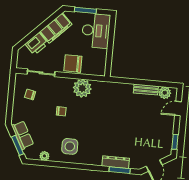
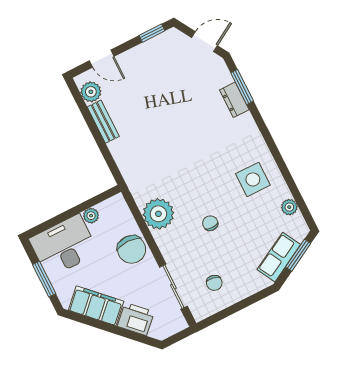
plant: (103, 54) -> (91, 216), added
dresser: (116, 162) -> (234, 100), width x0.70

